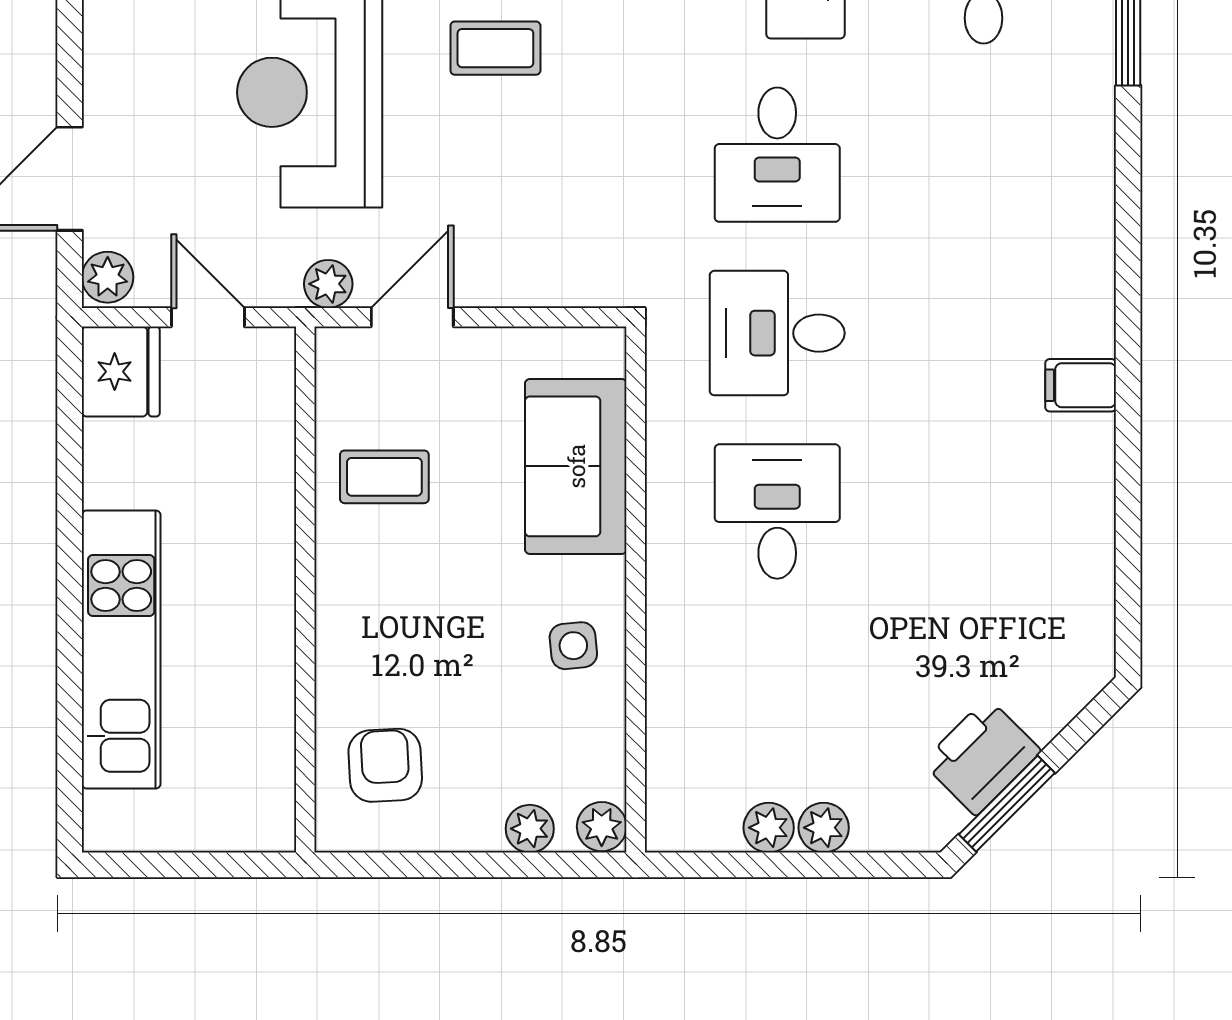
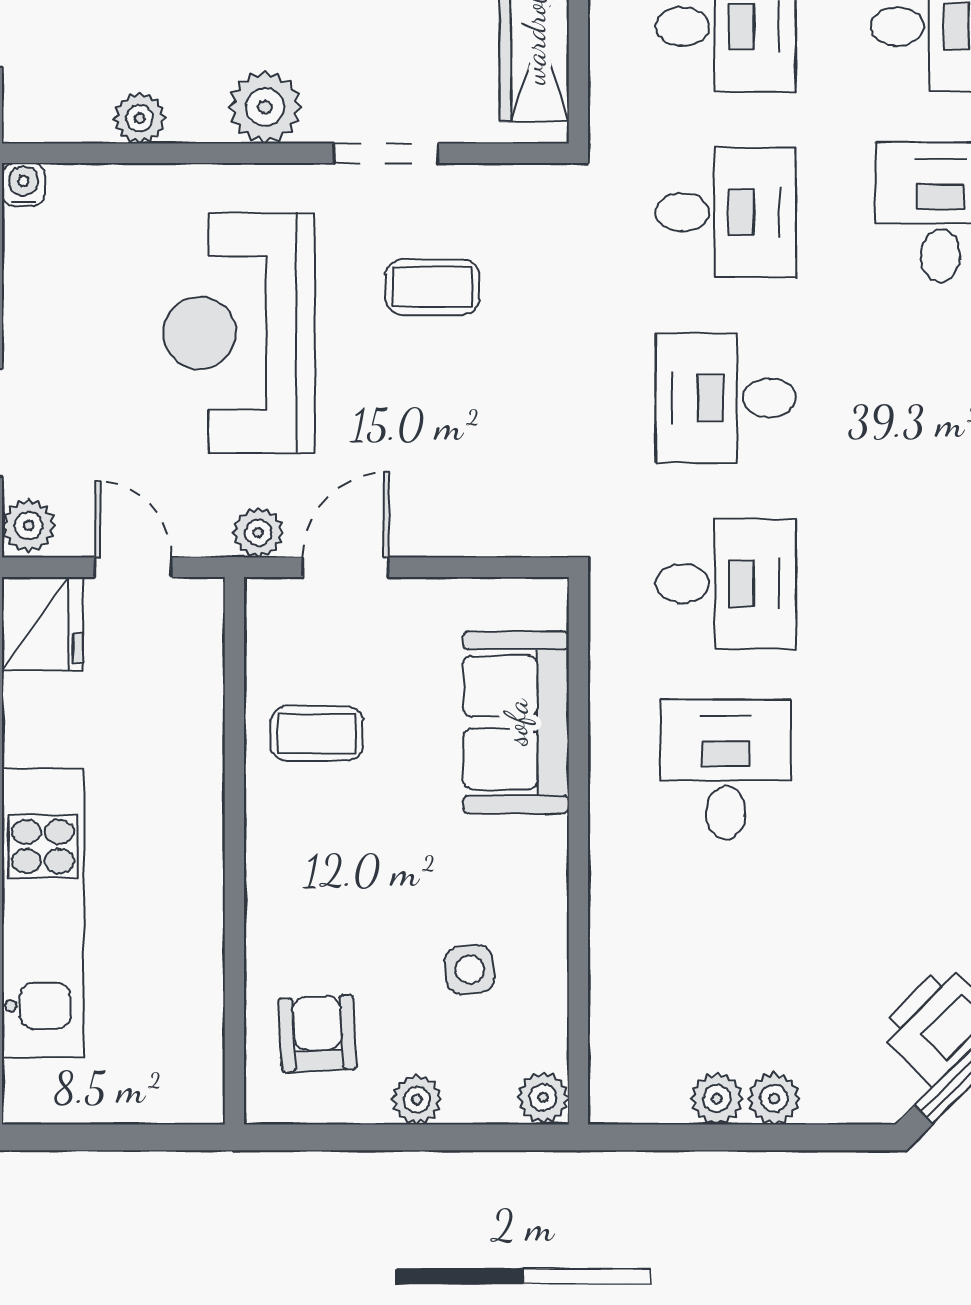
desk: (777, 155) -> (726, 398), turned 90
desk: (777, 333) -> (726, 584), turned 180
side table: (573, 646) -> (470, 969), moved
plant: (530, 829) -> (417, 1100), moved

